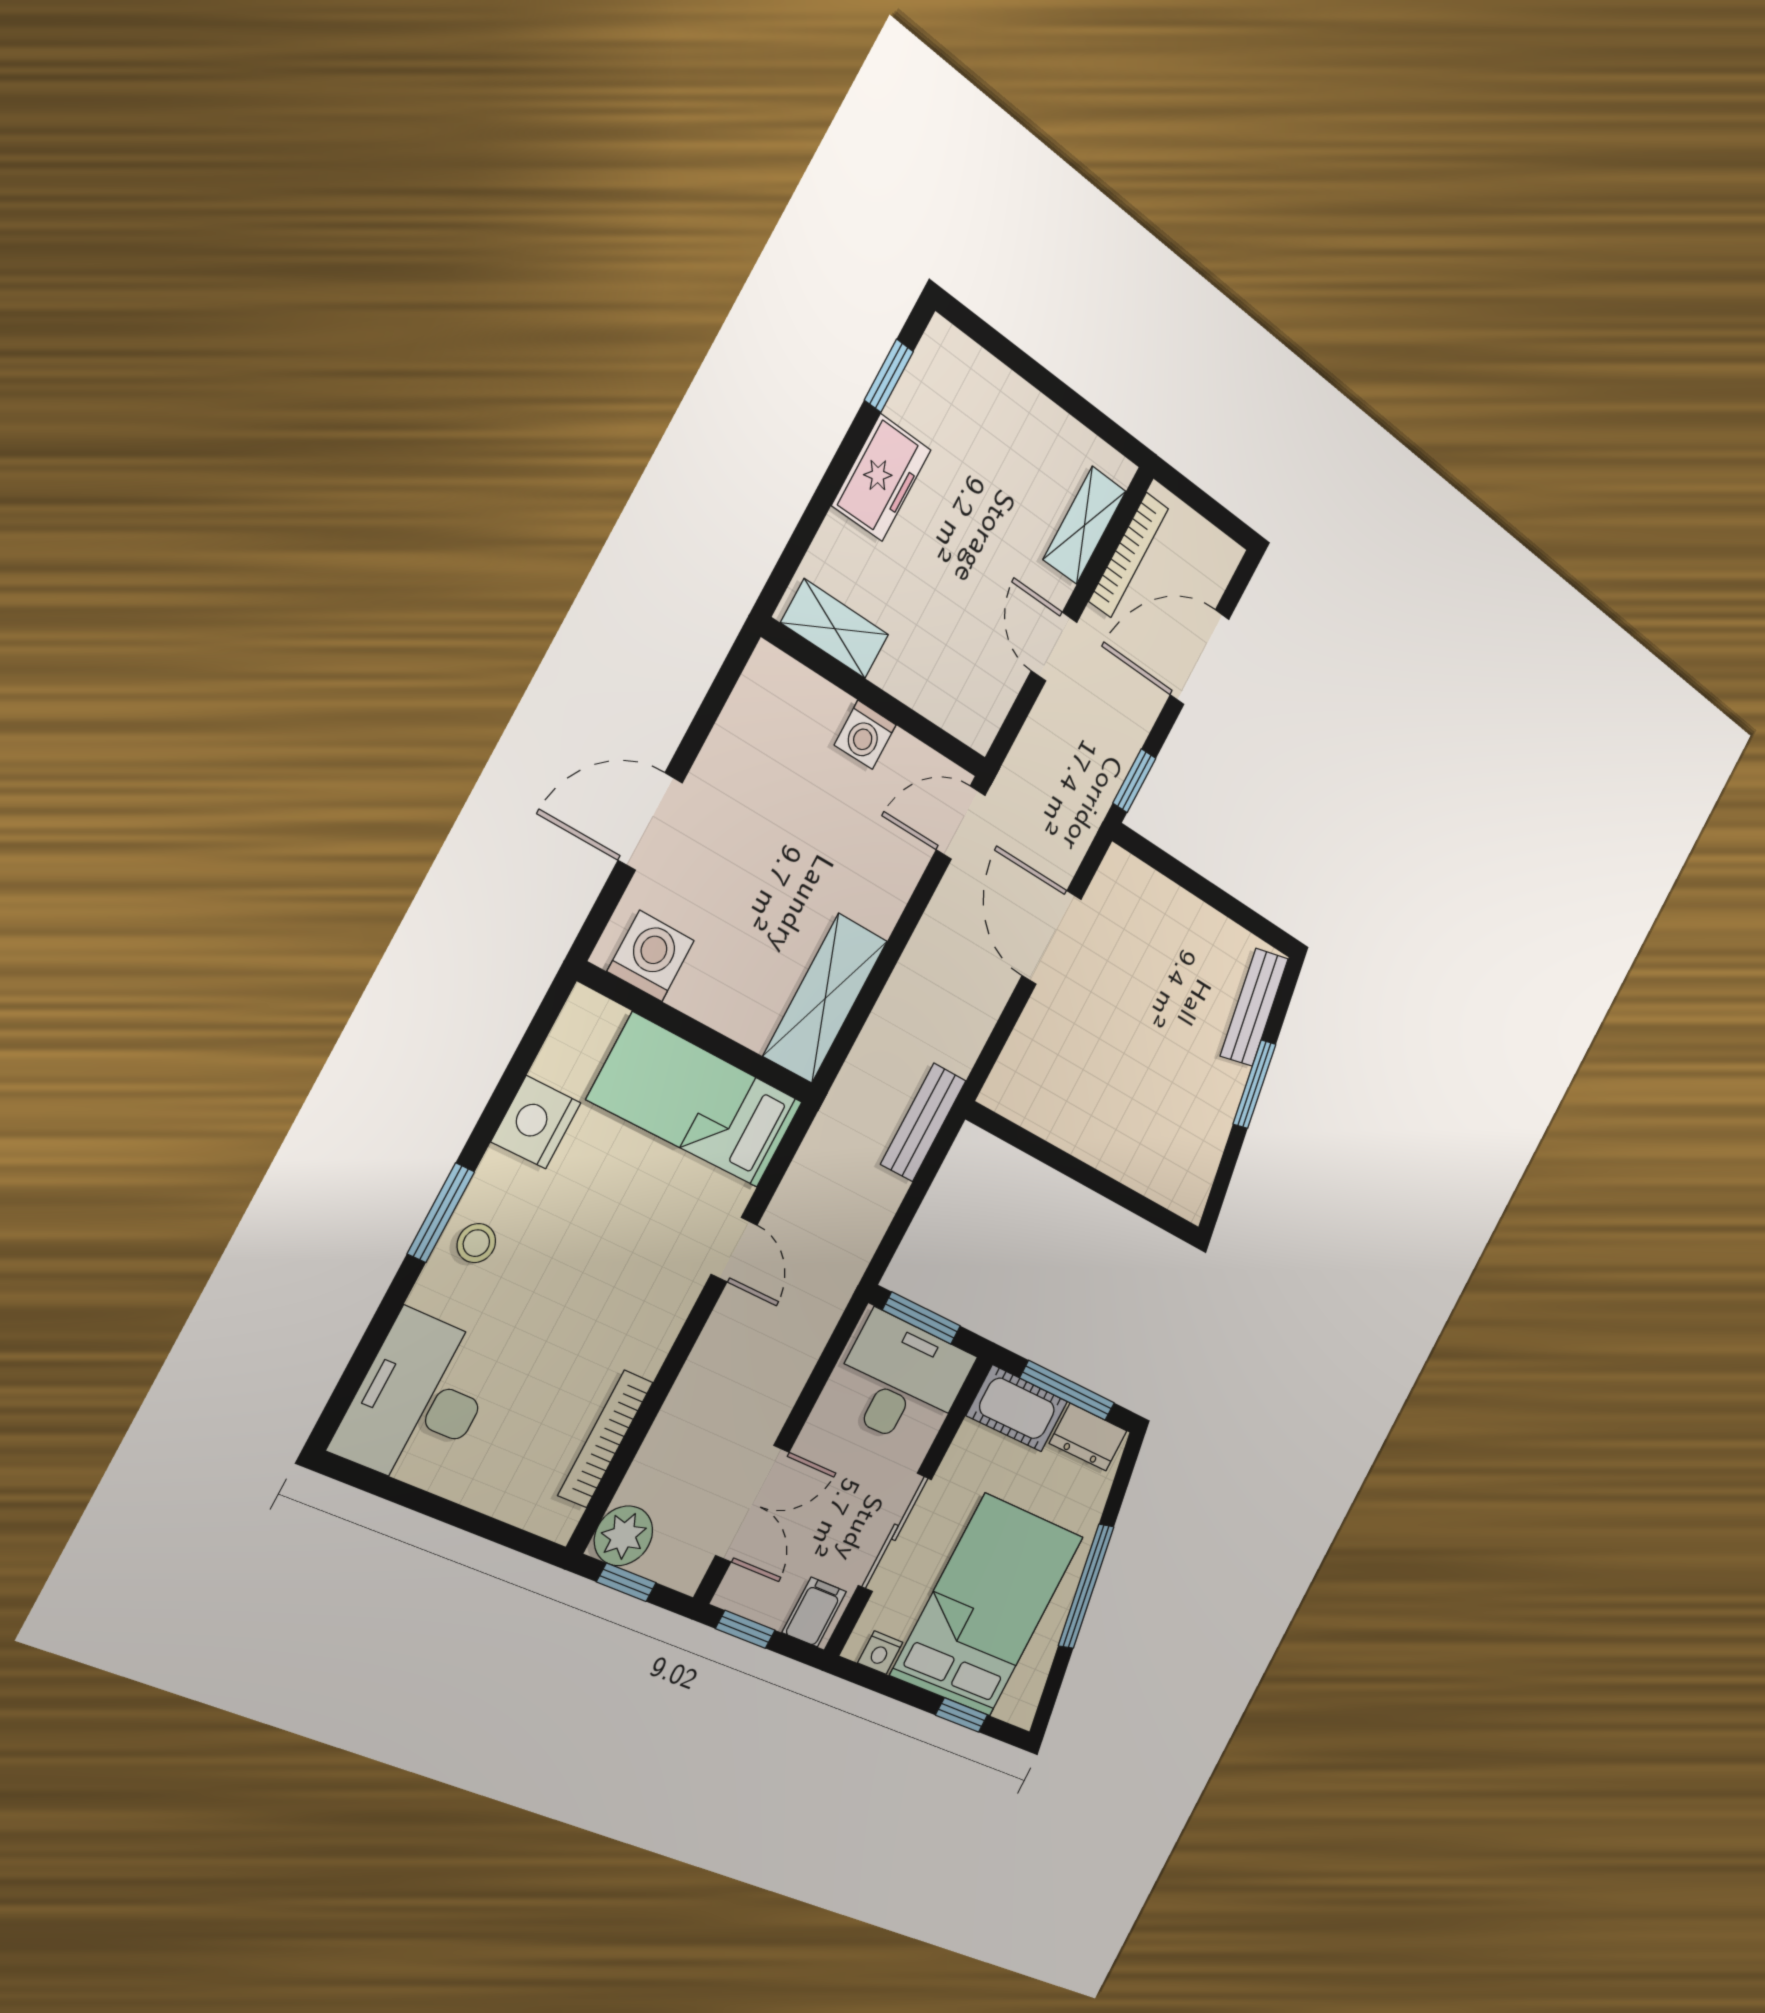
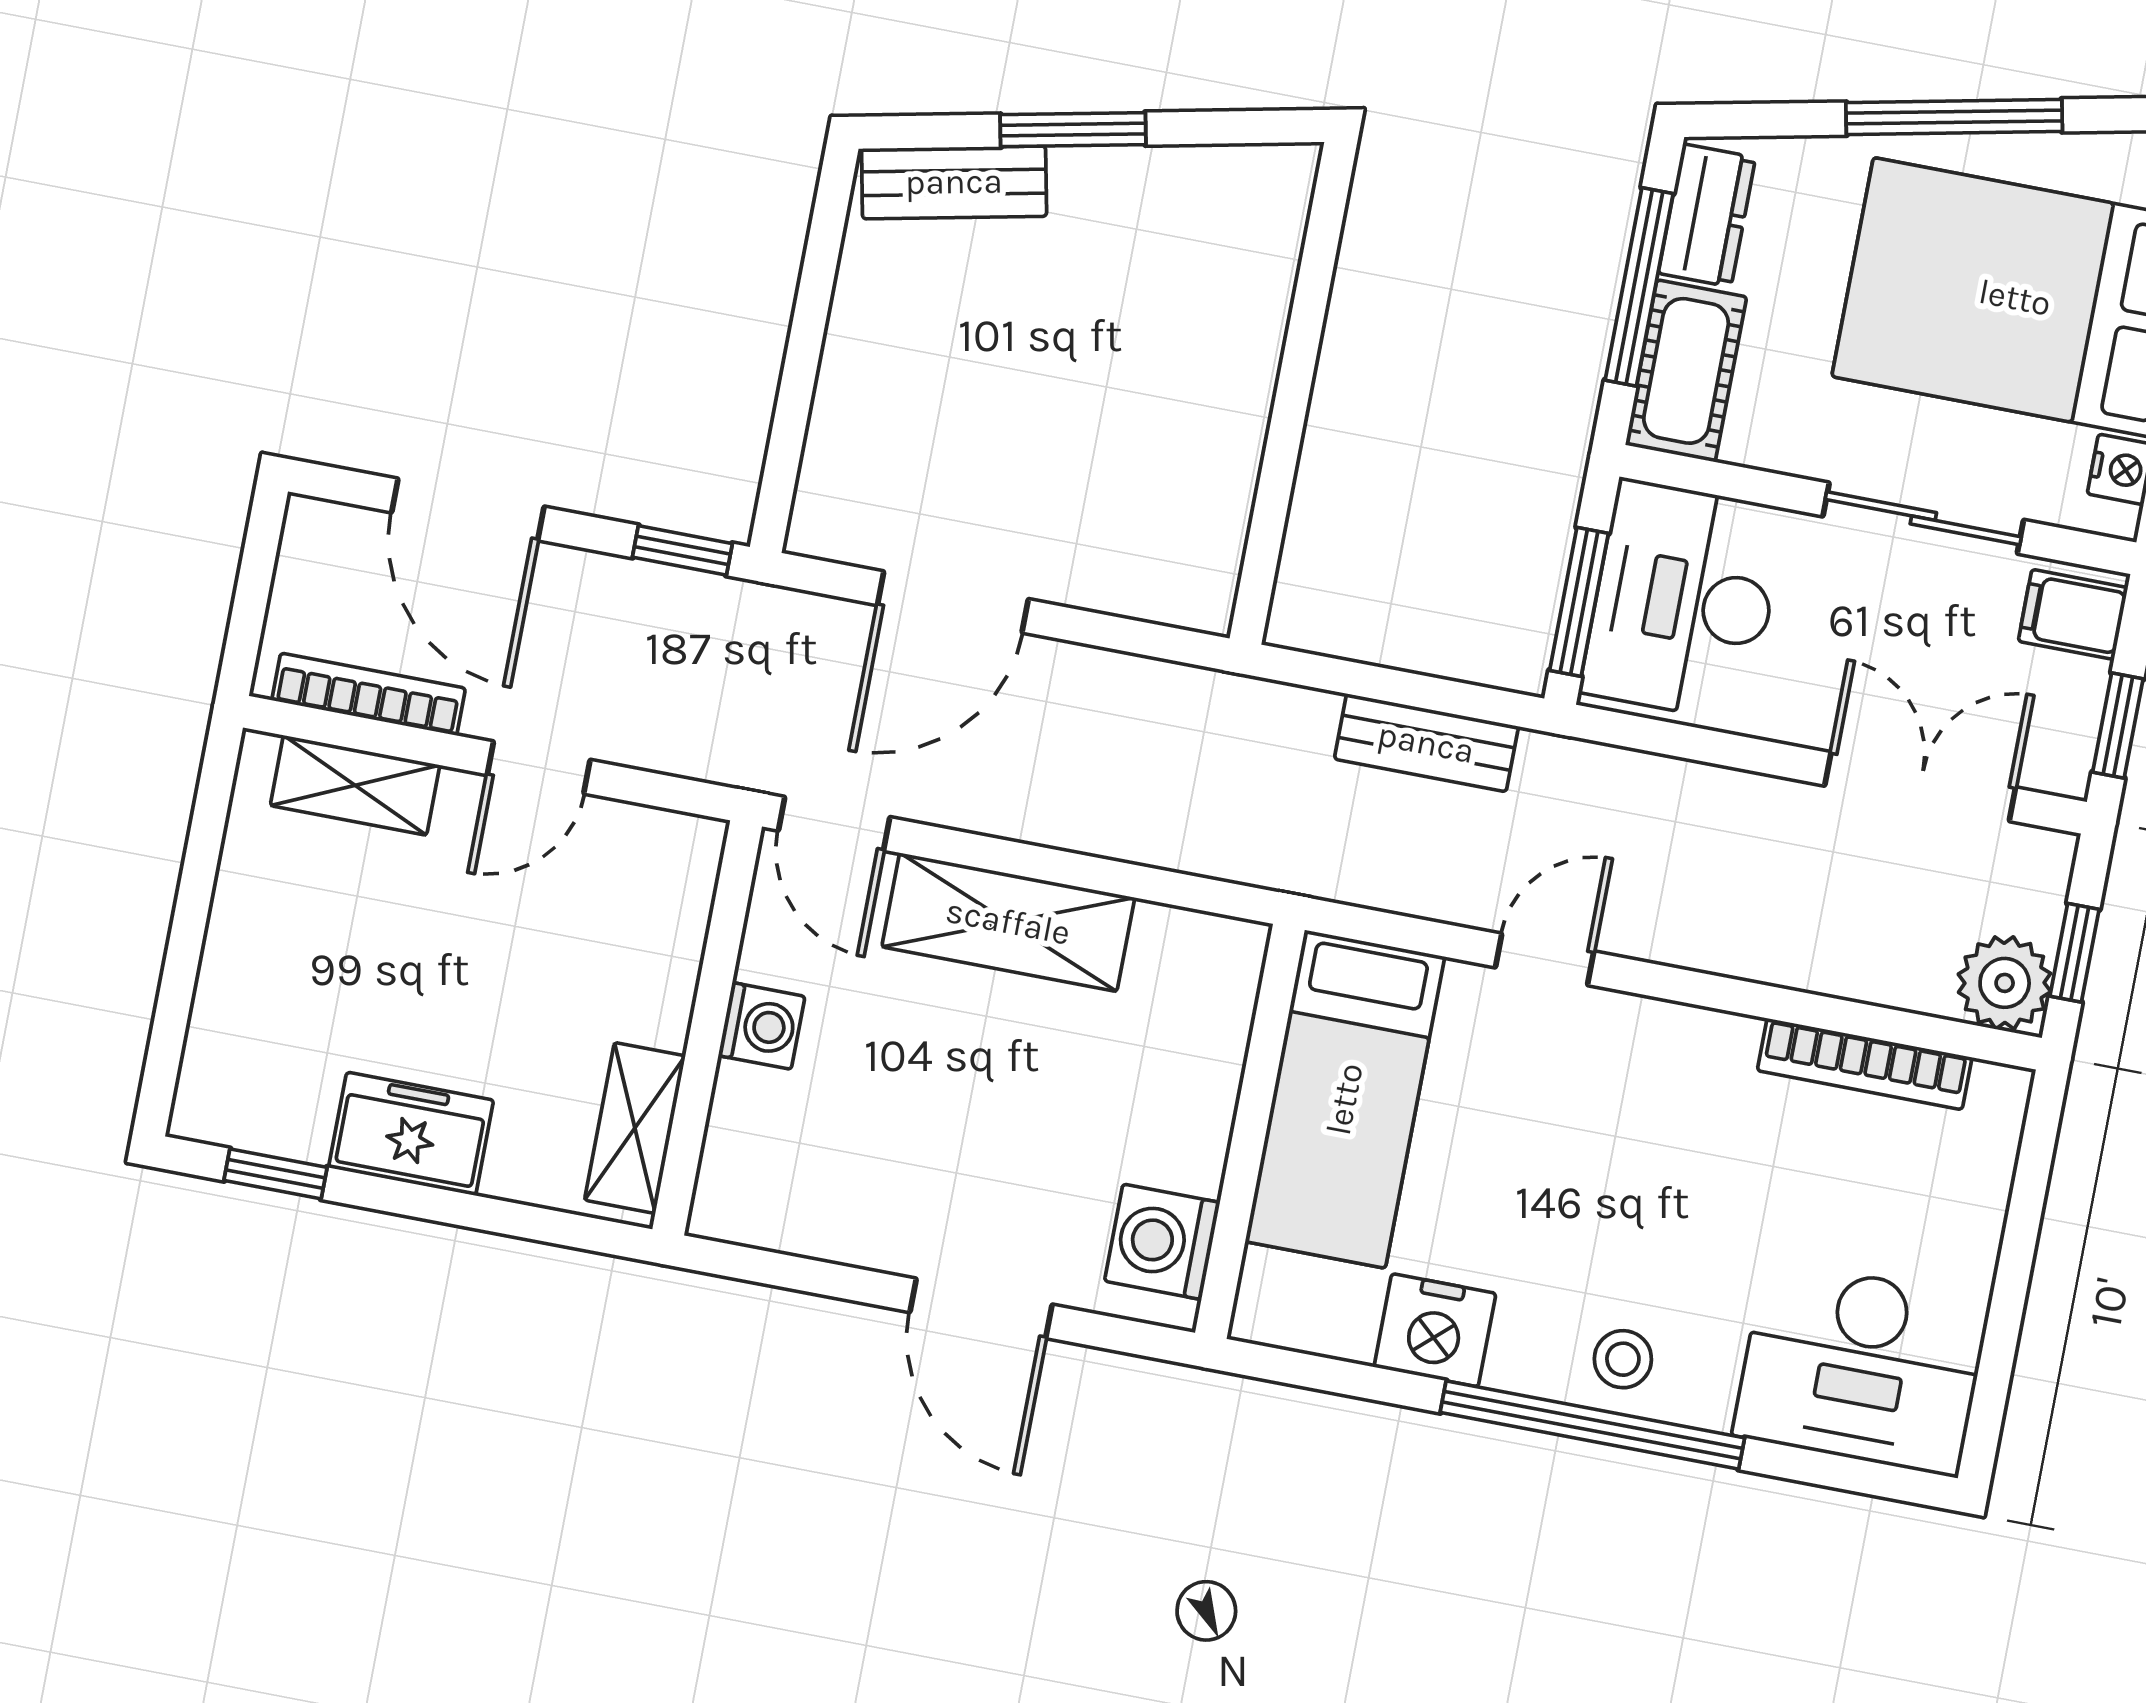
shelving: (825, 998) -> (1008, 922), moved
bench: (923, 1122) -> (1426, 743), moved
window: (441, 1213) -> (1592, 1425), width x2.11

